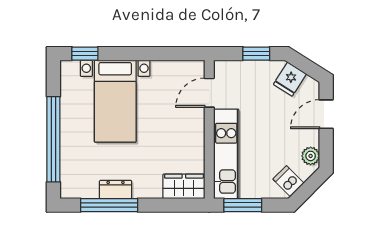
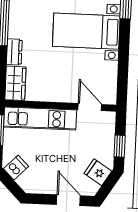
plant: (311, 156) -> (35, 186), removed
dresser: (116, 189) -> (14, 52), moved

